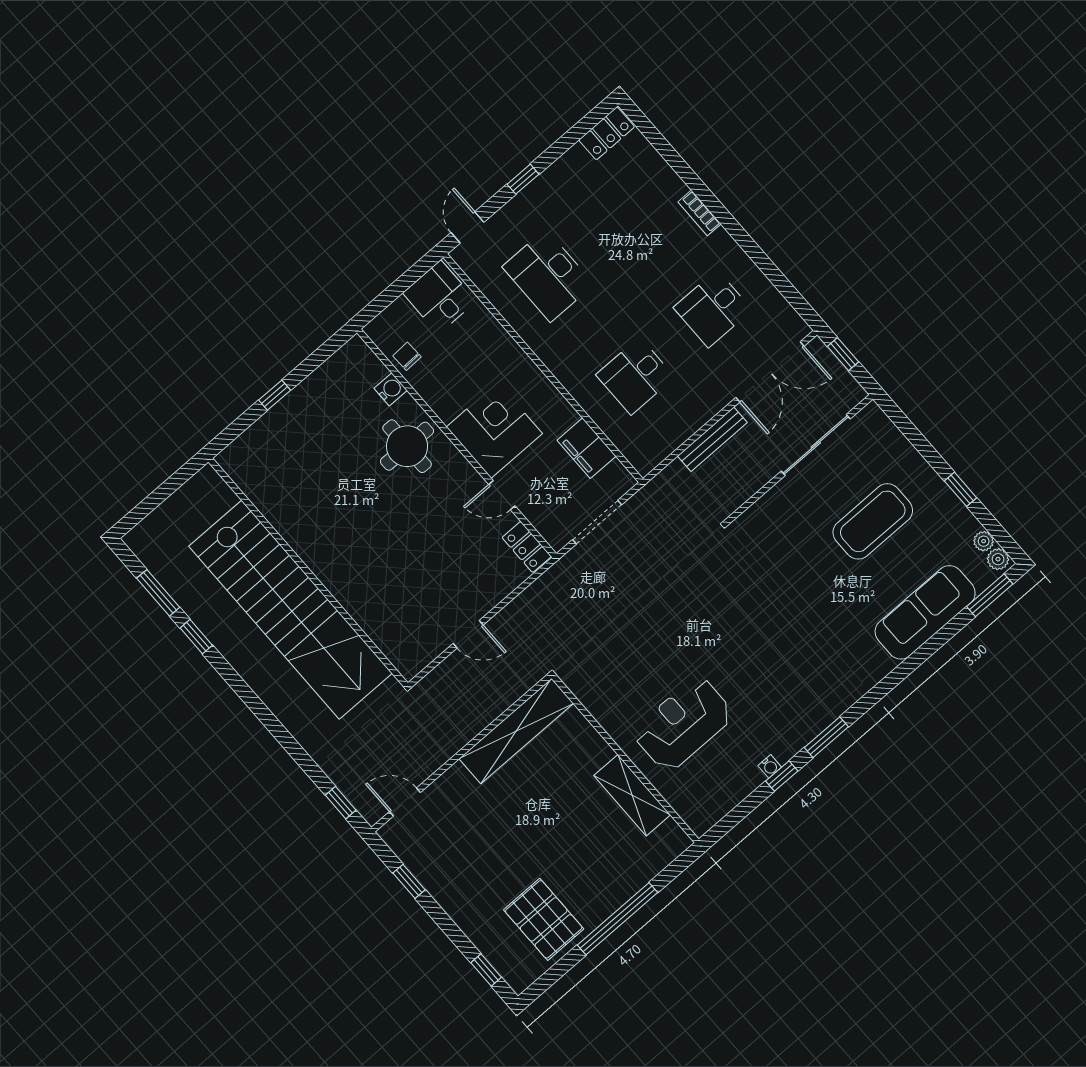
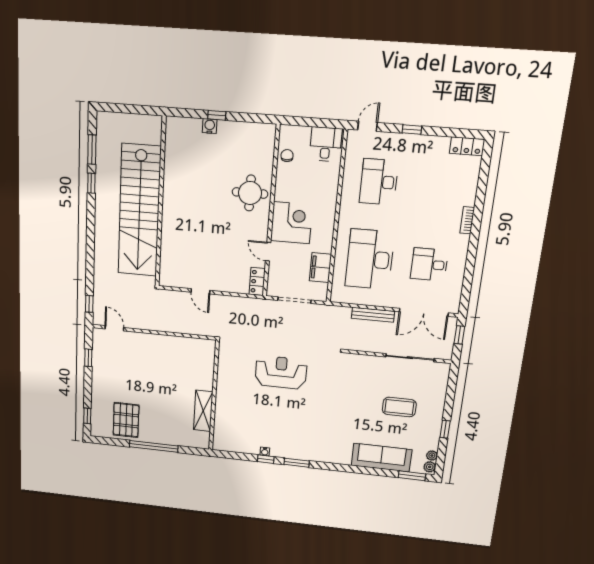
desk: (635, 376) -> (370, 259), width x1.87, depth x1.30
water cooler: (391, 389) -> (210, 126), moved, turned -90
coffee table: (873, 521) -> (399, 407), width x0.73, depth x0.76
reception desk: (683, 724) -> (281, 372), moved
shelving: (516, 731) -> (183, 345), removed

